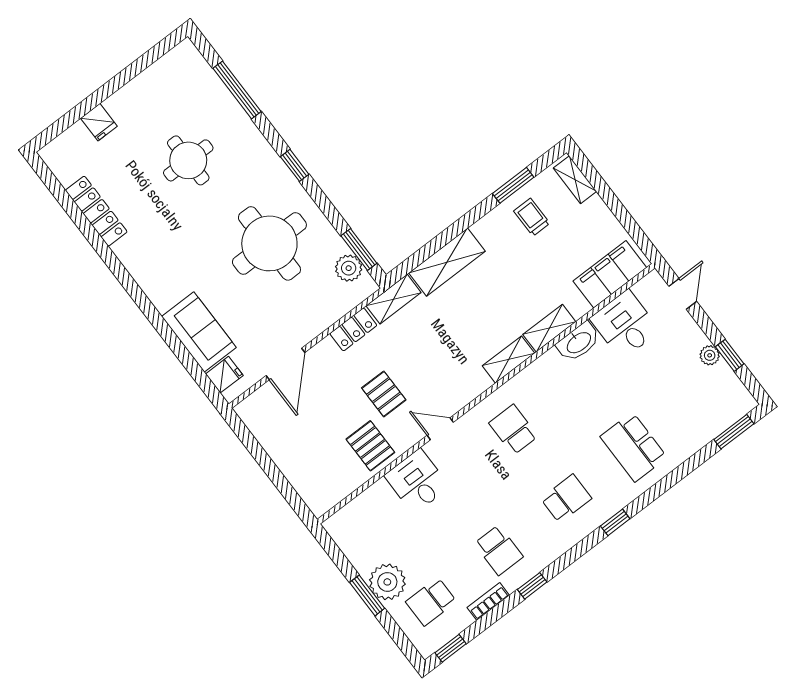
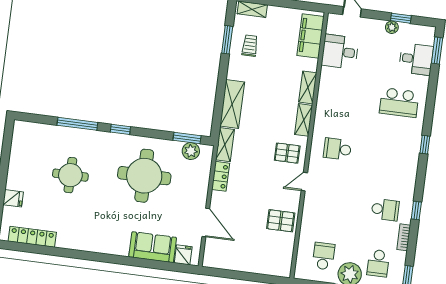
window: (237, 90) -> (77, 124), moved
locker: (96, 211) -> (32, 237), moved
trolley: (532, 217) -> (250, 46), turned 90
washbasin: (578, 342) -> (327, 81), removed
pallet: (384, 394) -> (287, 153), moved
desk: (417, 481) -> (416, 59), moved, turned 180
school desk: (566, 499) -> (324, 256), moved

